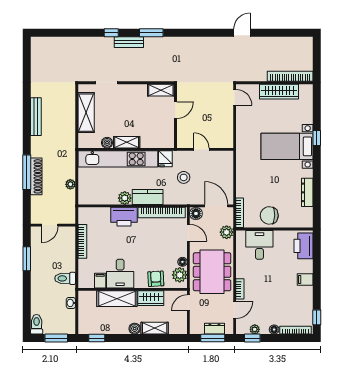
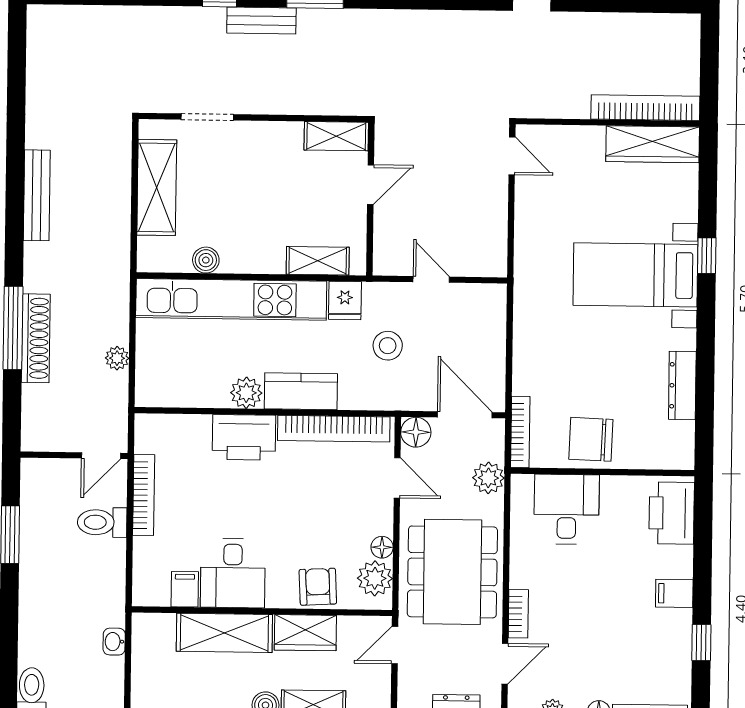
wardrobe: (279, 92) -> (653, 144), moved
shelving: (127, 142) -> (318, 261), moved
door: (50, 225) -> (101, 456), moved
toilet: (65, 278) -> (102, 522), moved
window: (317, 317) -> (701, 643), moved

